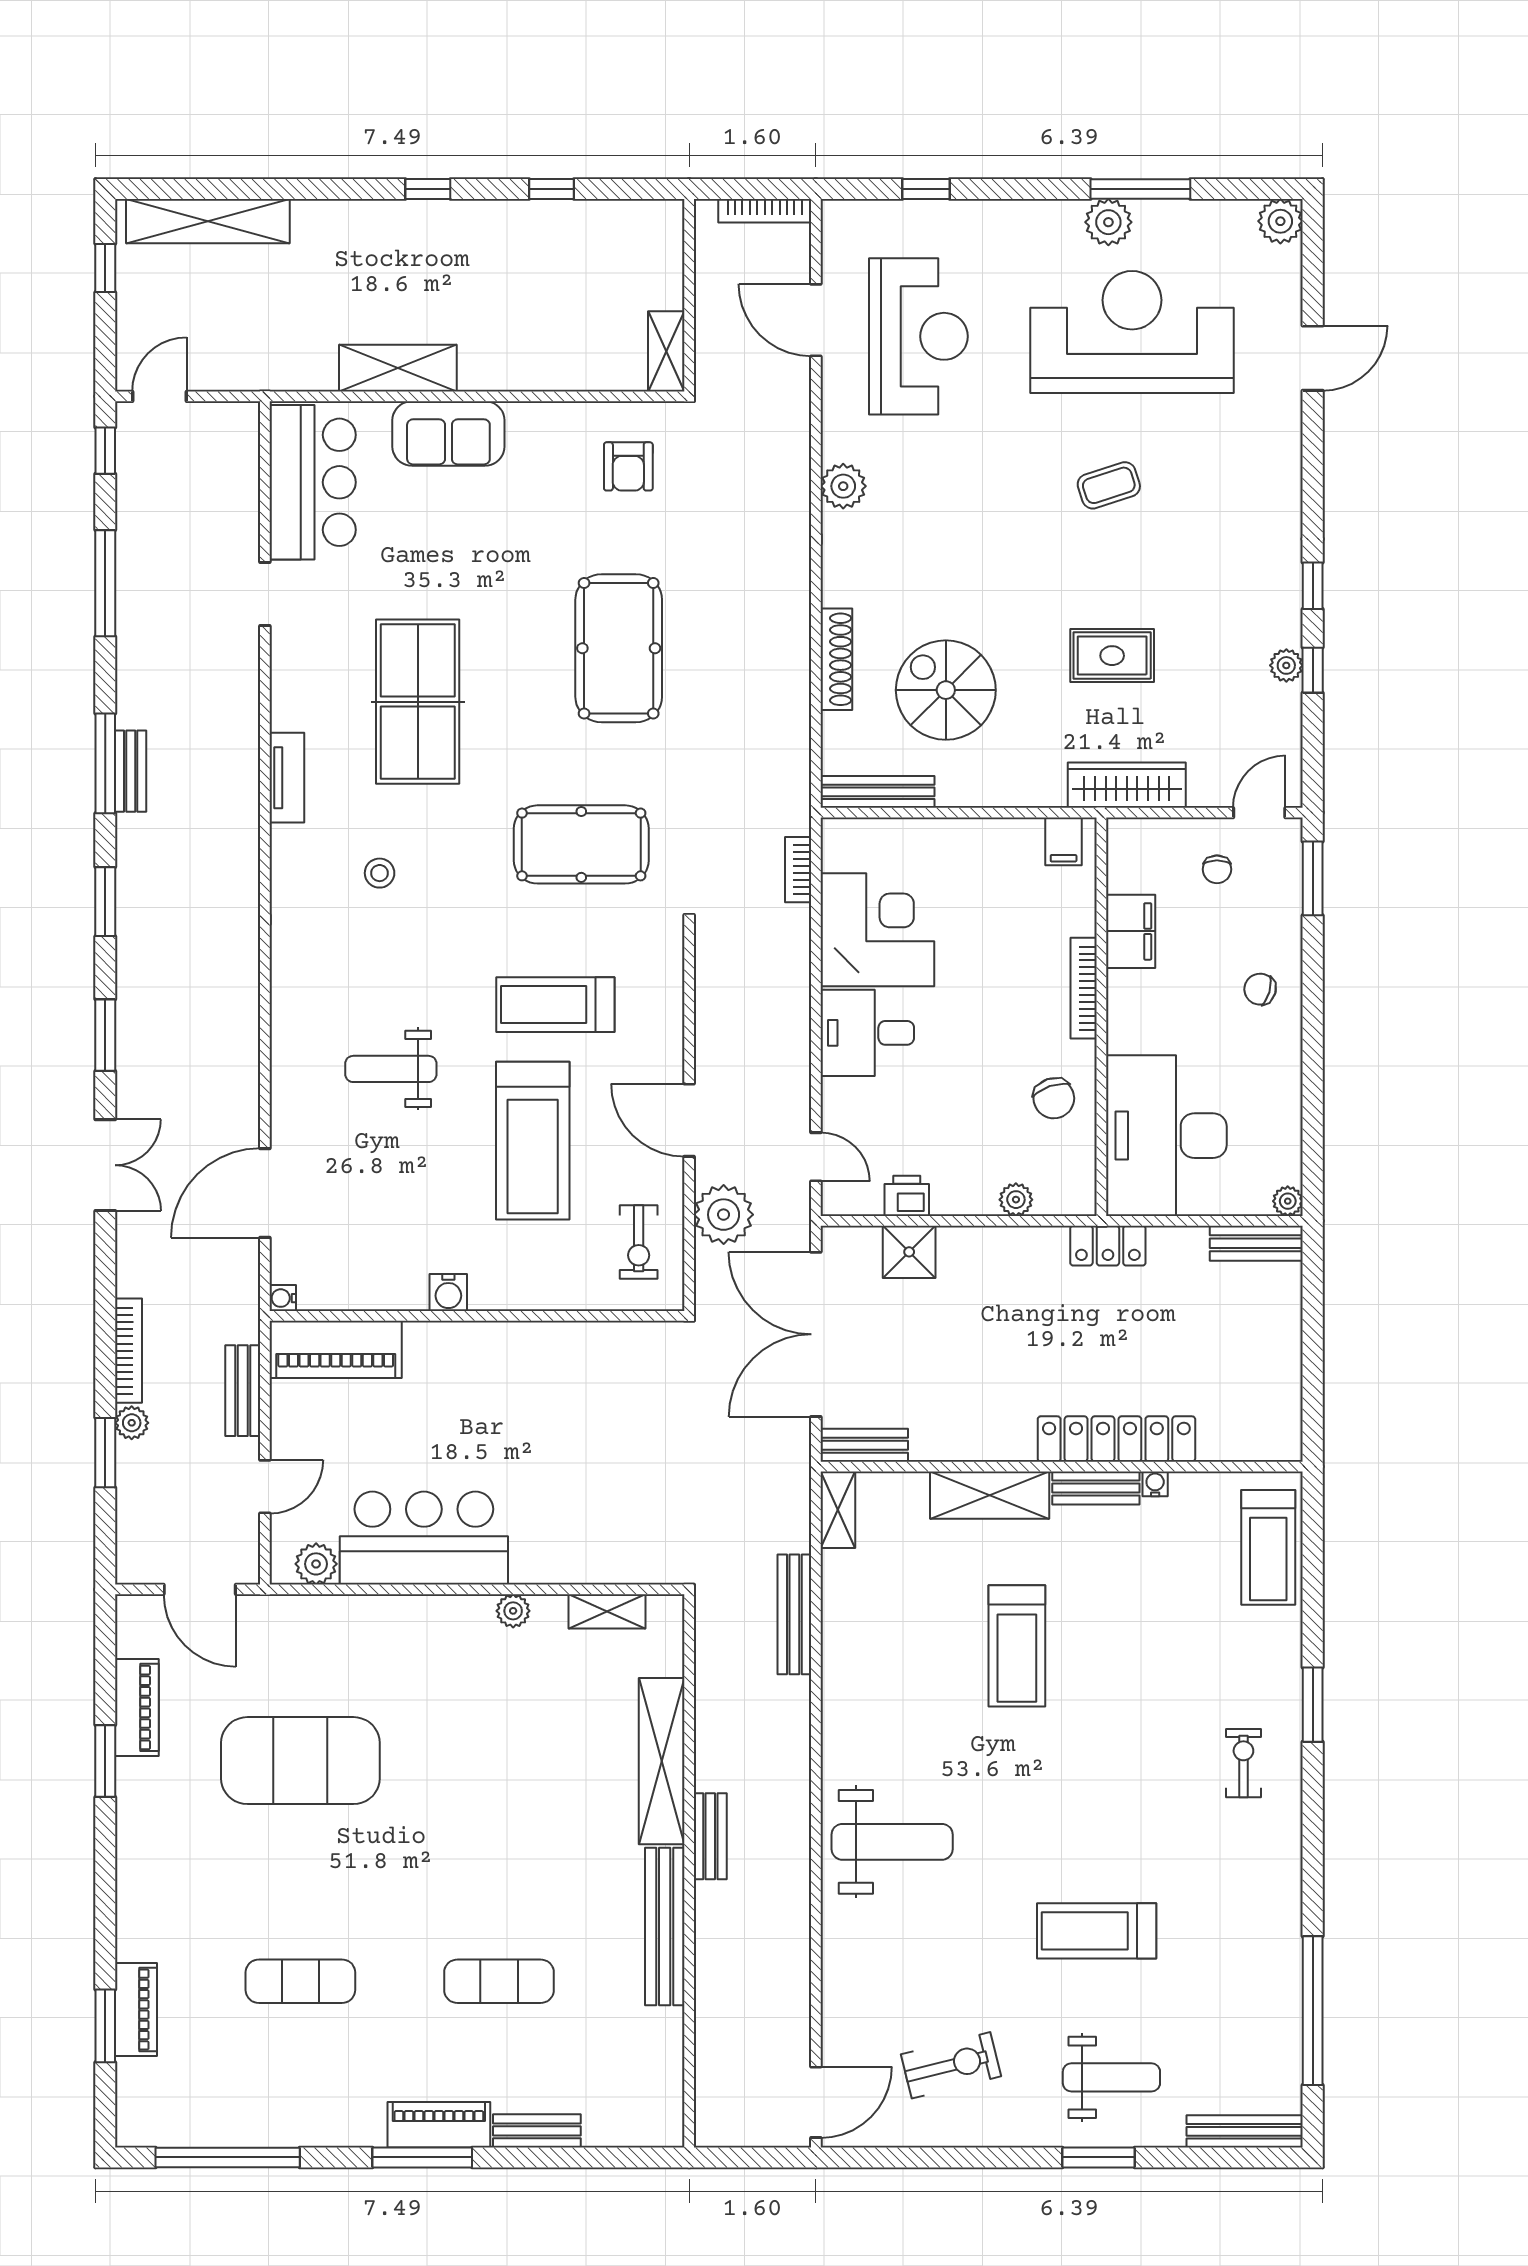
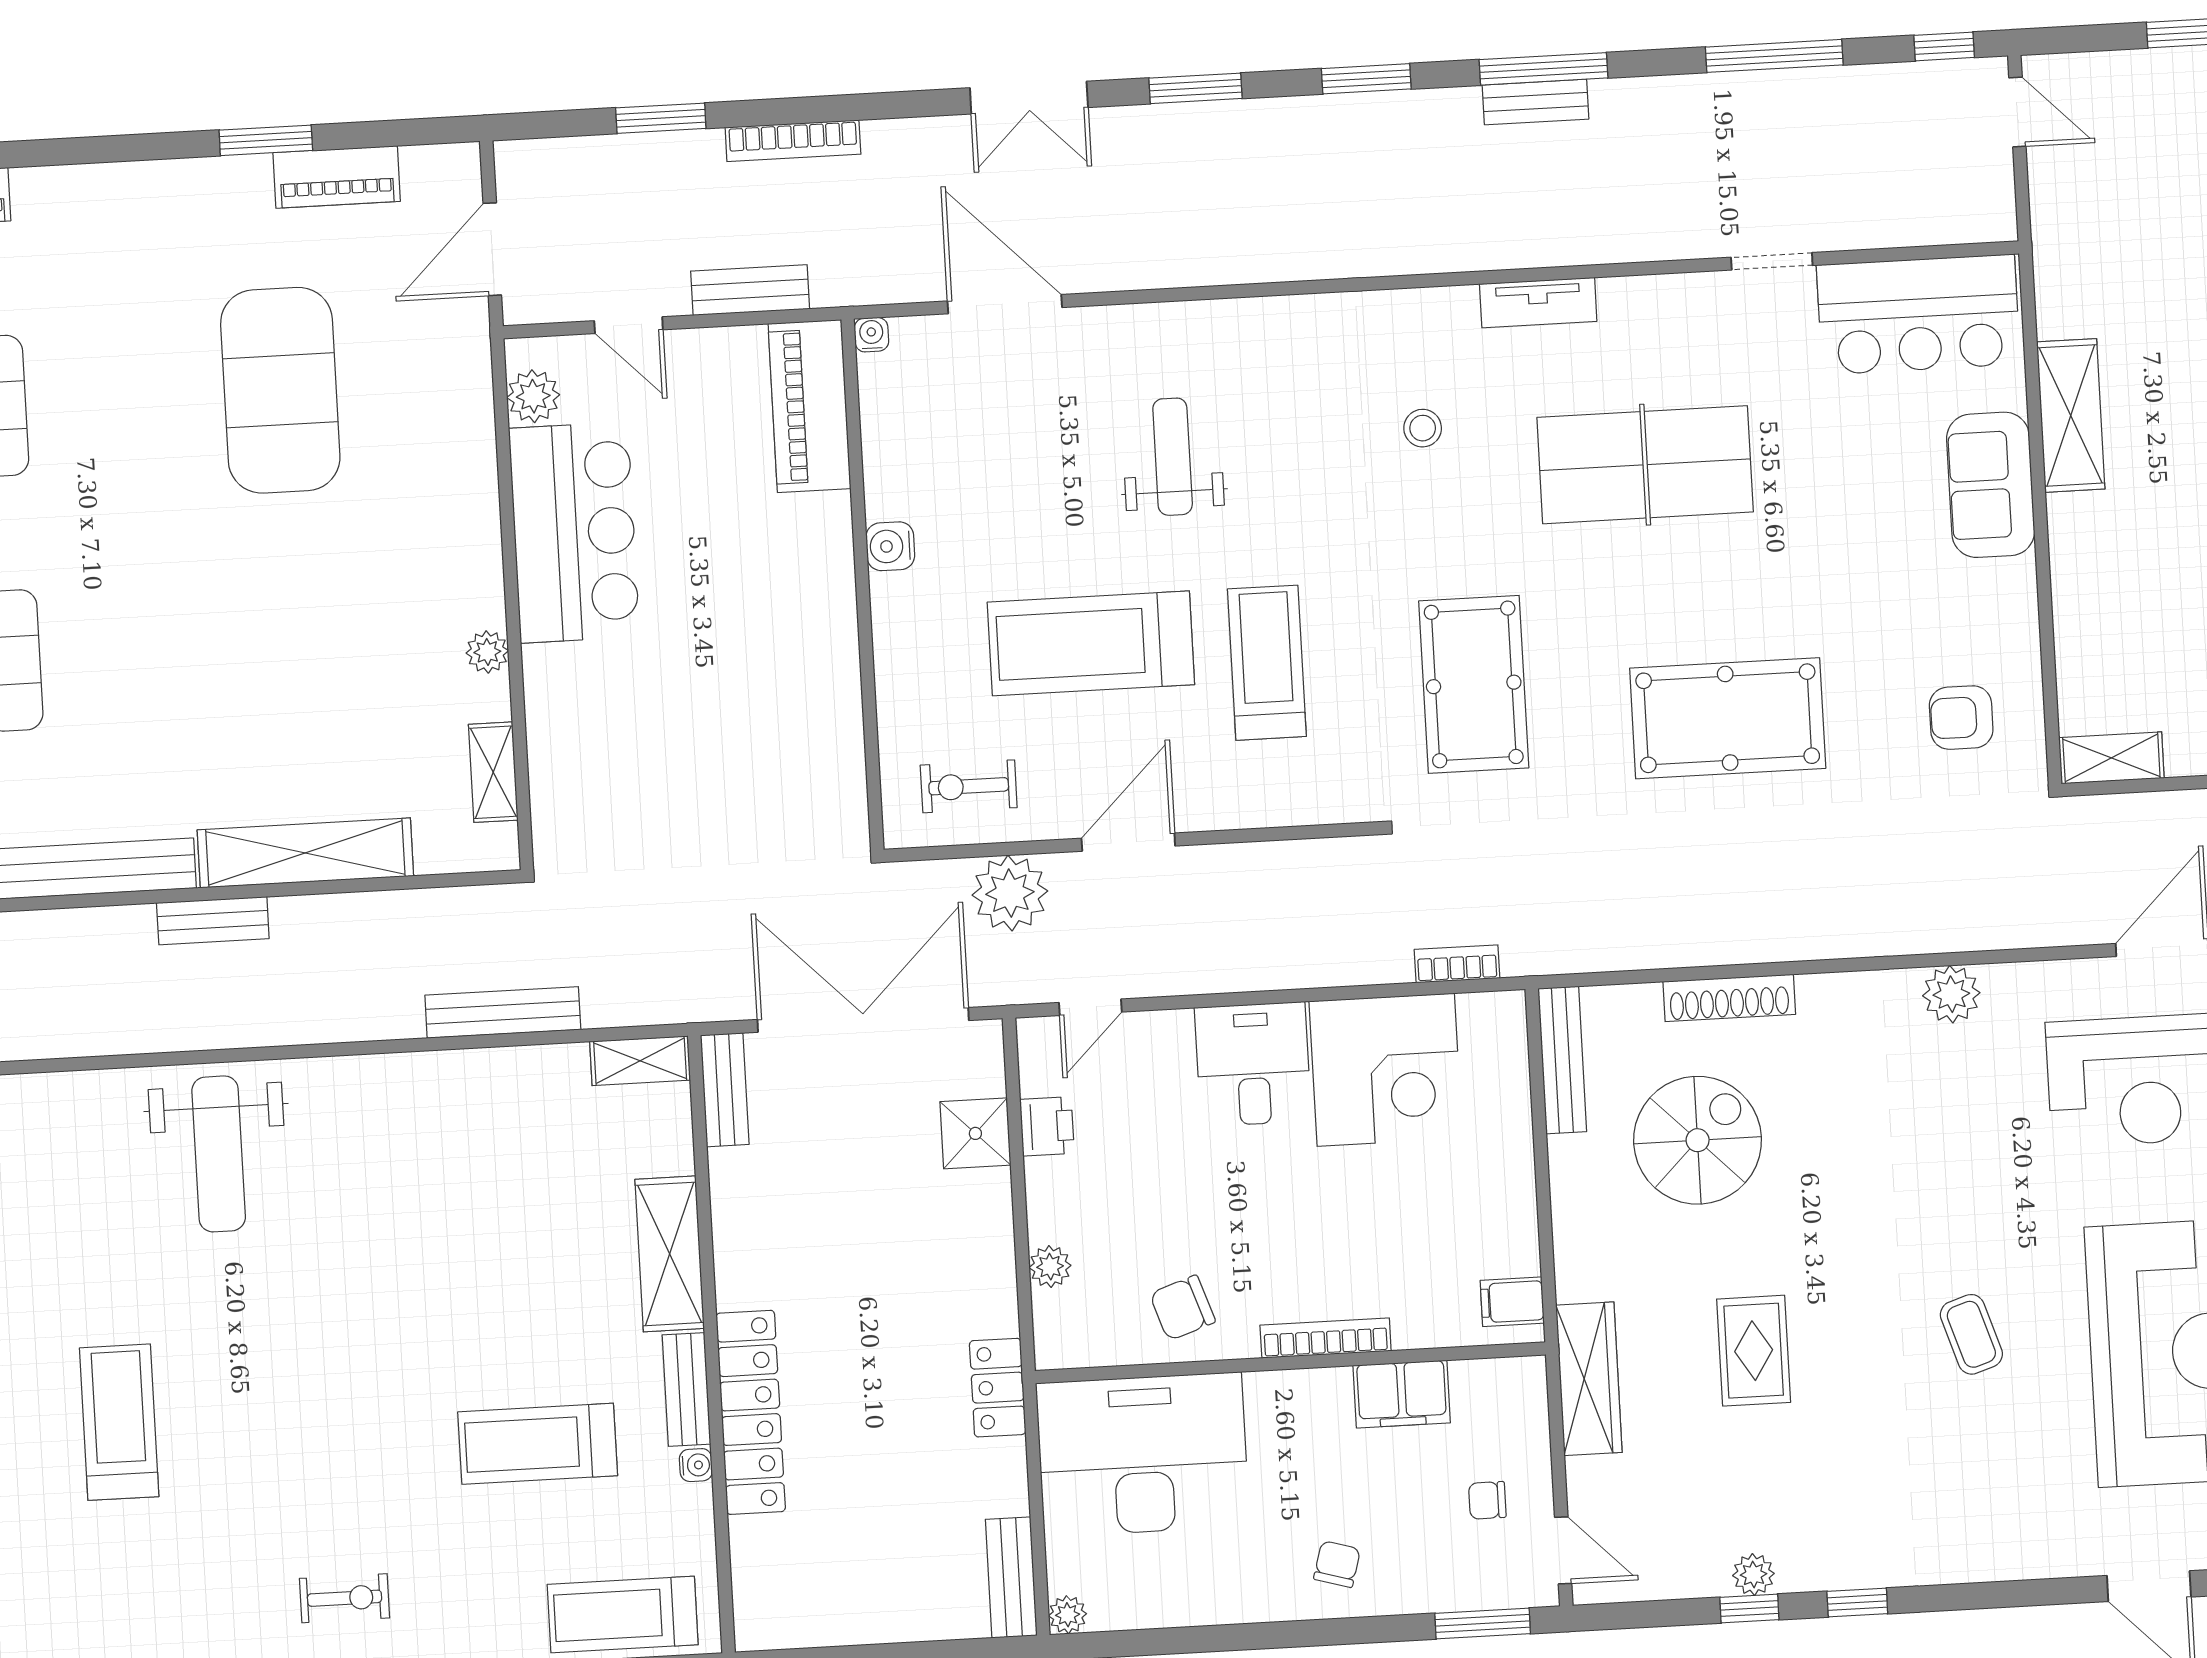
plant: (132, 1423) -> (701, 150), removed
treadmill: (1017, 1646) -> (538, 1444), moved

